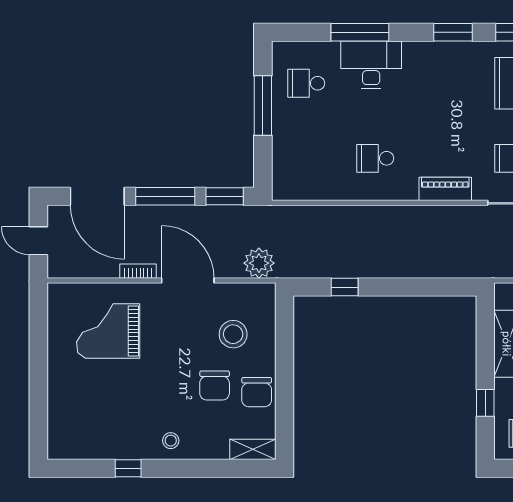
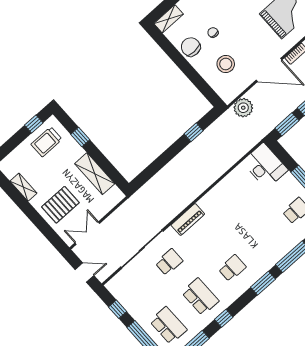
window: (453, 32) -> (263, 283), moved
desk: (371, 65) -> (265, 166), moved, turned -90
school desk: (375, 158) -> (232, 268), moved
chair: (215, 385) -> (213, 33), width x0.54, depth x0.54

